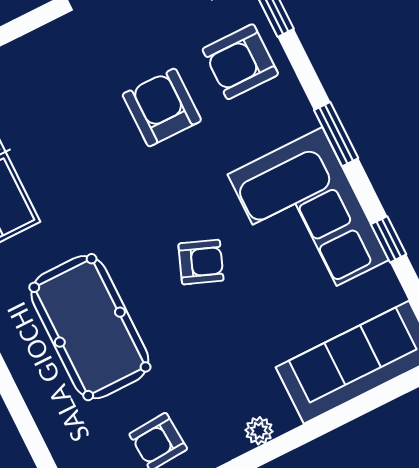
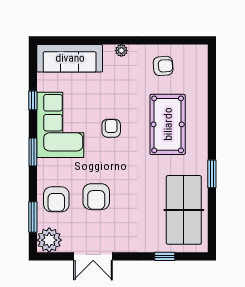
armchair: (240, 62) -> (56, 199), turned 90
armchair: (201, 262) -> (111, 128), turned 69

